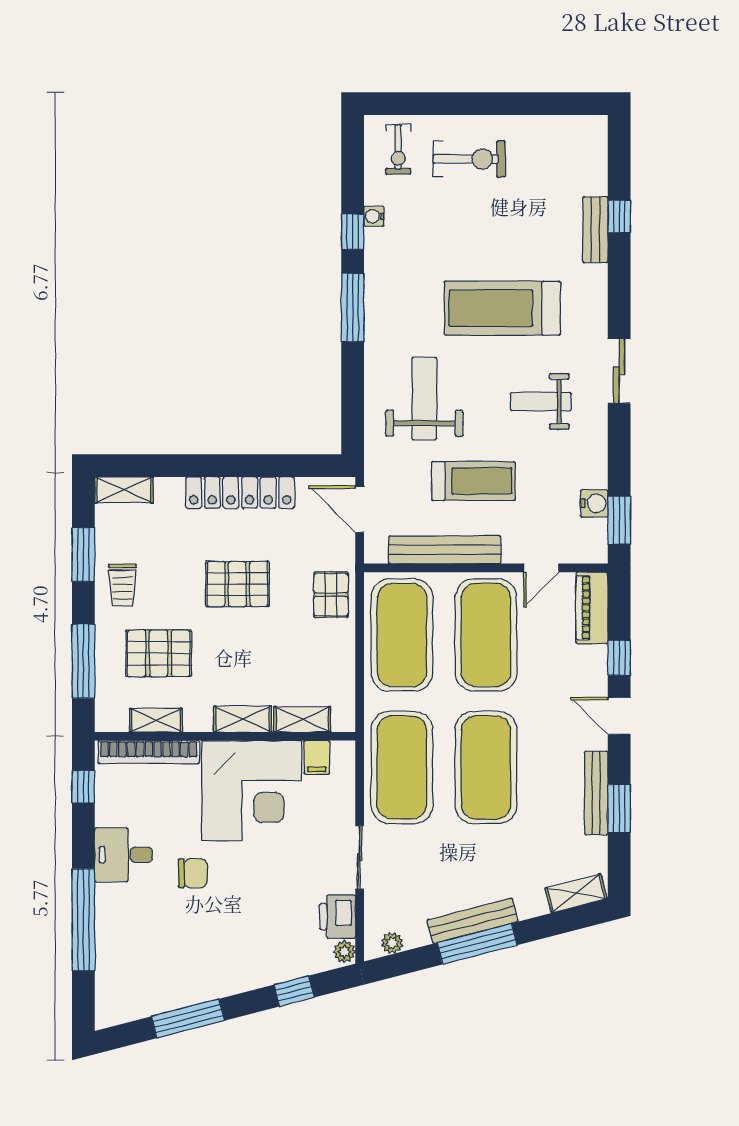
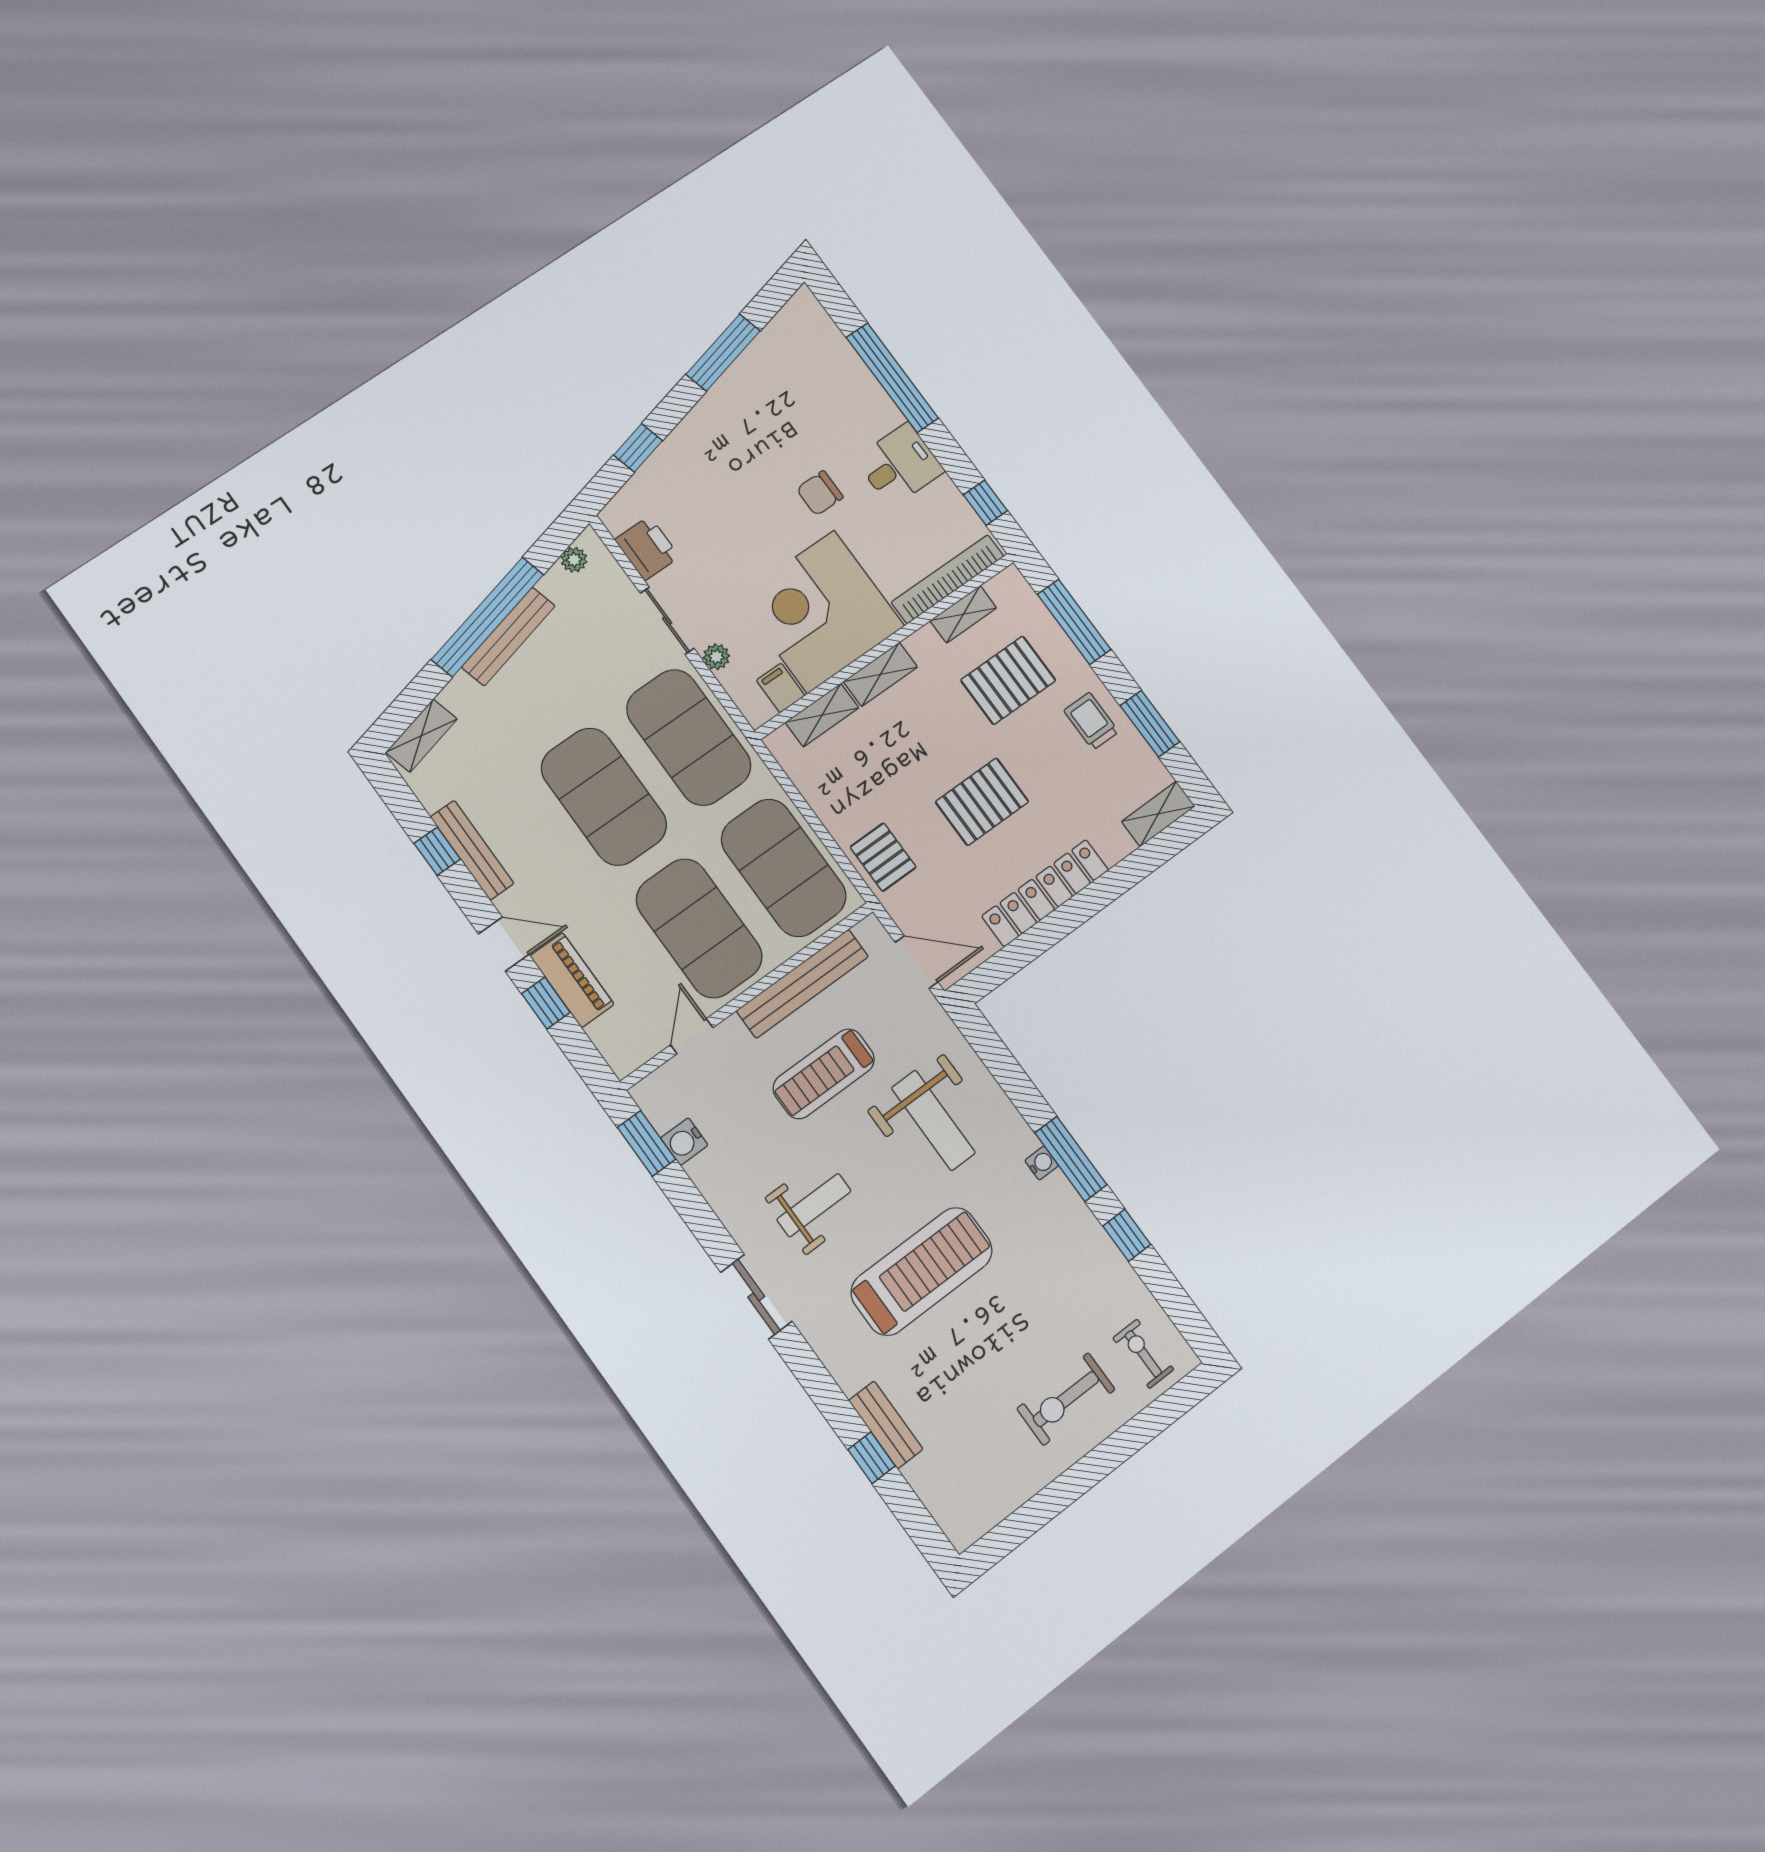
water cooler: (374, 216) -> (1042, 1163), moved
piano: (592, 608) -> (572, 980), moved
window: (619, 808) -> (437, 851), width x0.67
window: (477, 944) -> (487, 617), width x1.46
plant: (344, 952) -> (716, 657), moved

